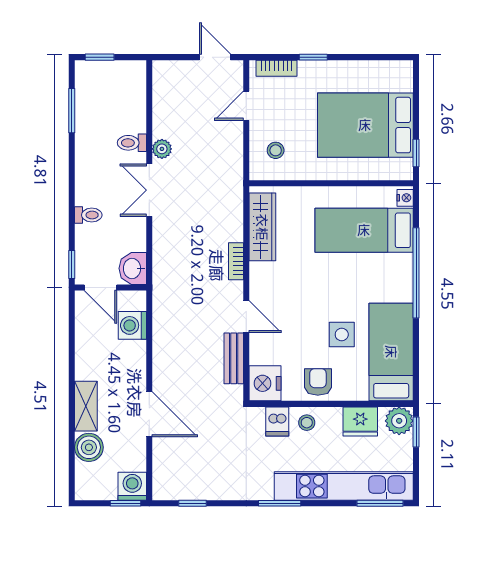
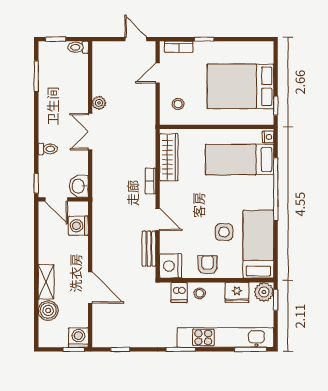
toilet: (132, 143) -> (78, 47), moved

